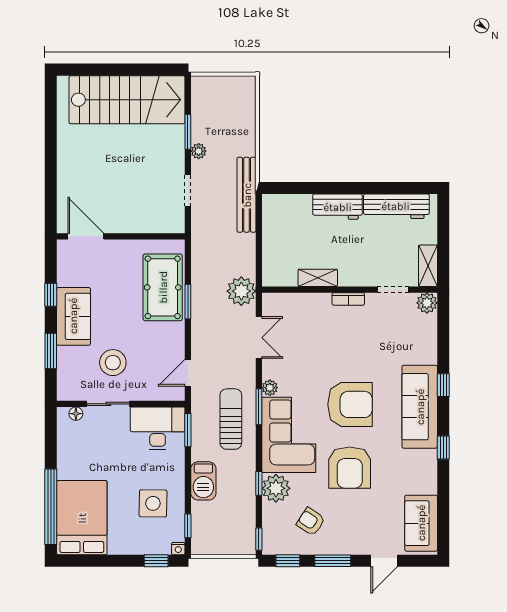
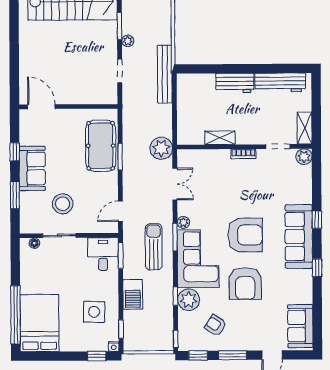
desk: (158, 428) -> (103, 254), width x0.73

